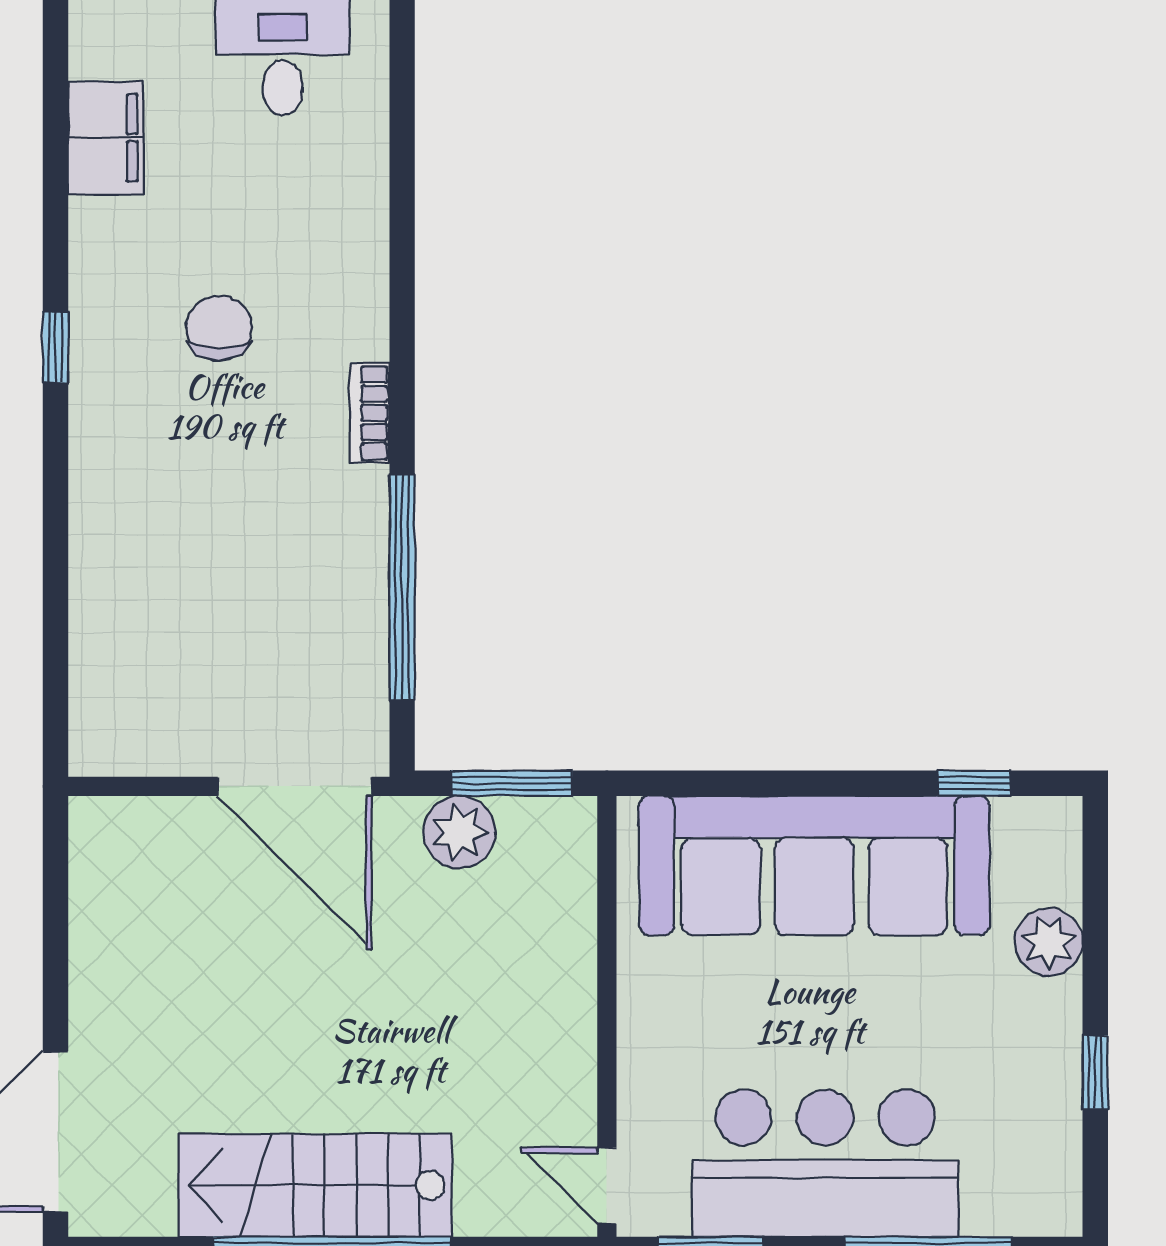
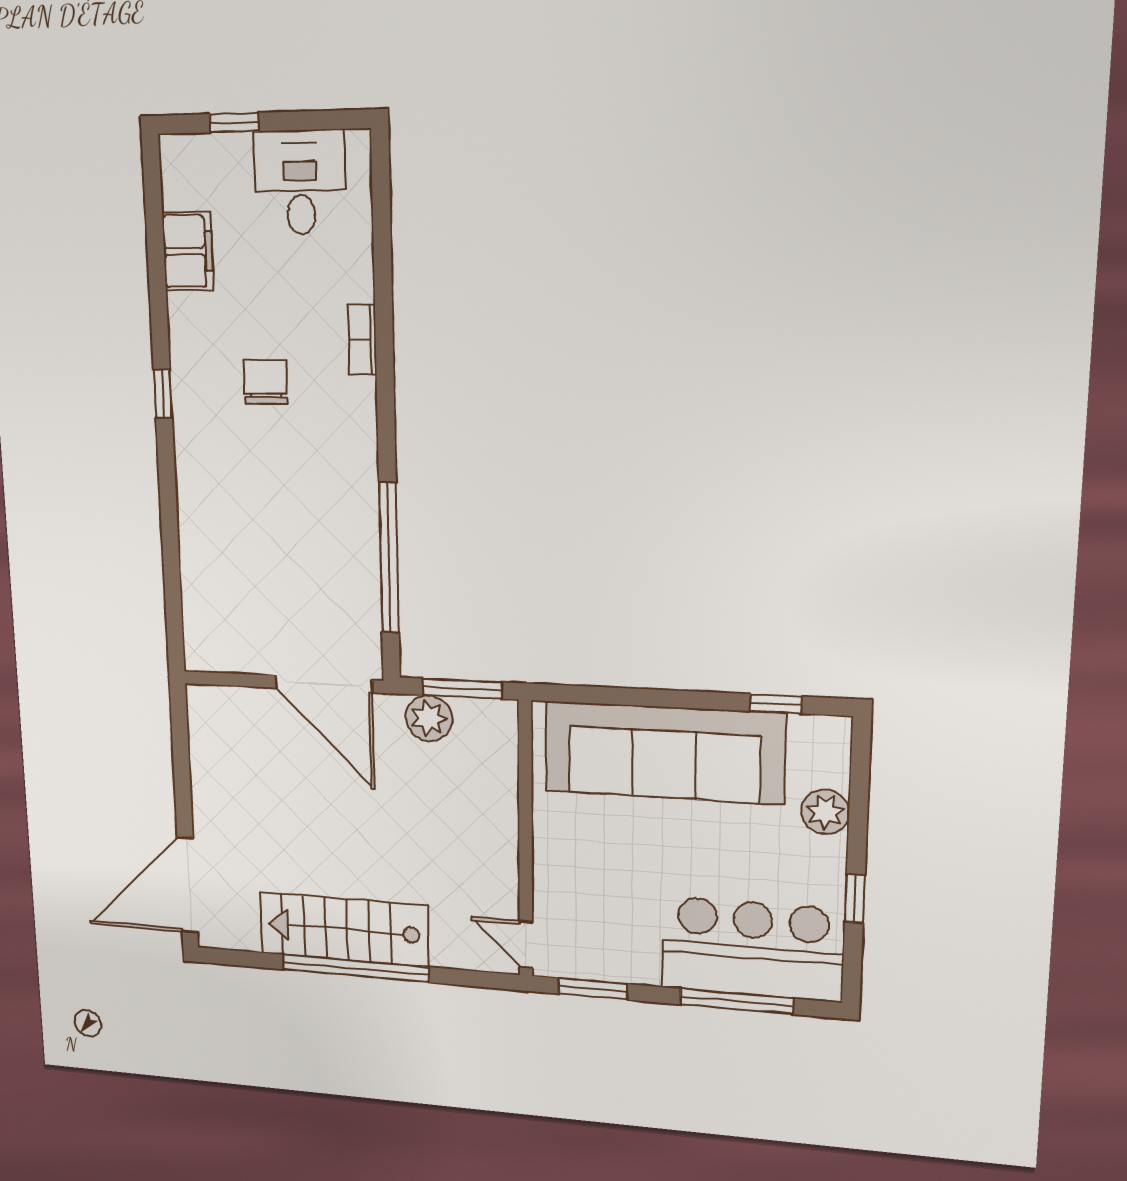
bookcase: (369, 413) -> (362, 340), moved
bar counter: (825, 1163) -> (752, 949), moved

